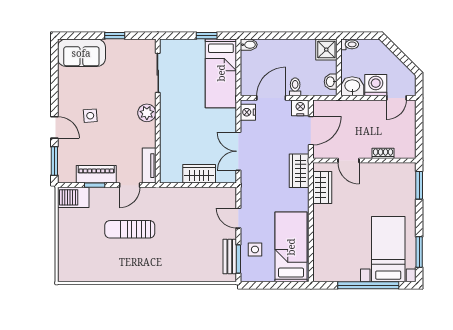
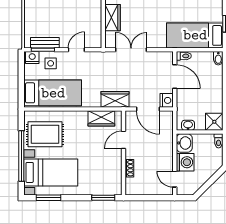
toilet: (295, 87) -> (184, 56), moved
nightstand: (248, 112) -> (32, 58), moved
rug: (342, 256) -> (45, 134), added

